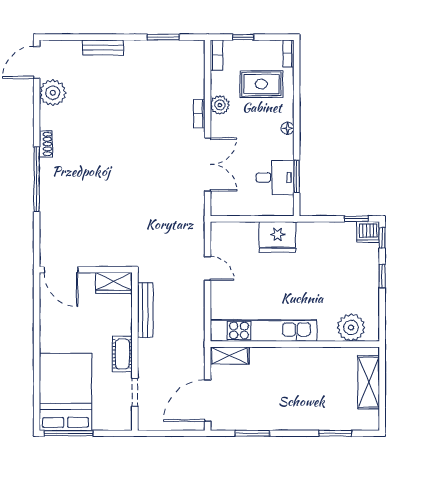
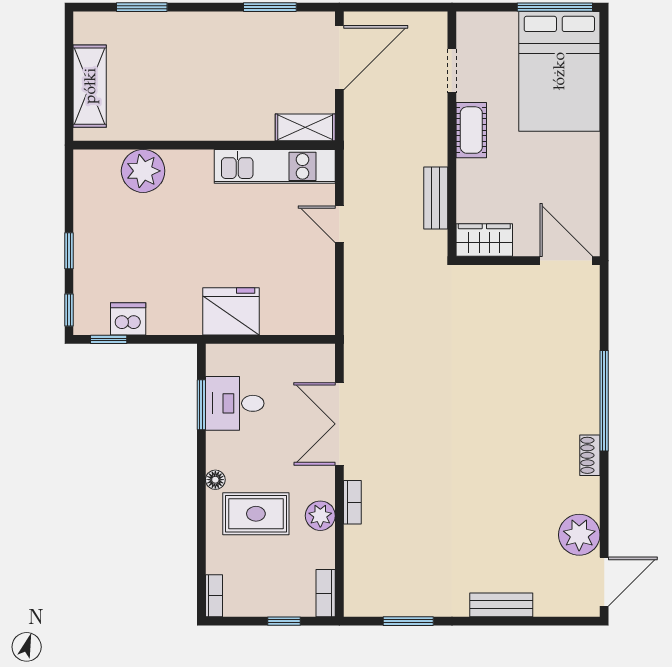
rug: (261, 84) -> (256, 514), moved
dishwasher: (368, 232) -> (128, 319), moved
door: (208, 268) -> (339, 224), moved
bench: (145, 310) -> (436, 198), width x0.73
plant: (351, 328) -> (143, 171), moved
kitchen unit: (263, 330) -> (275, 166), width x0.73

